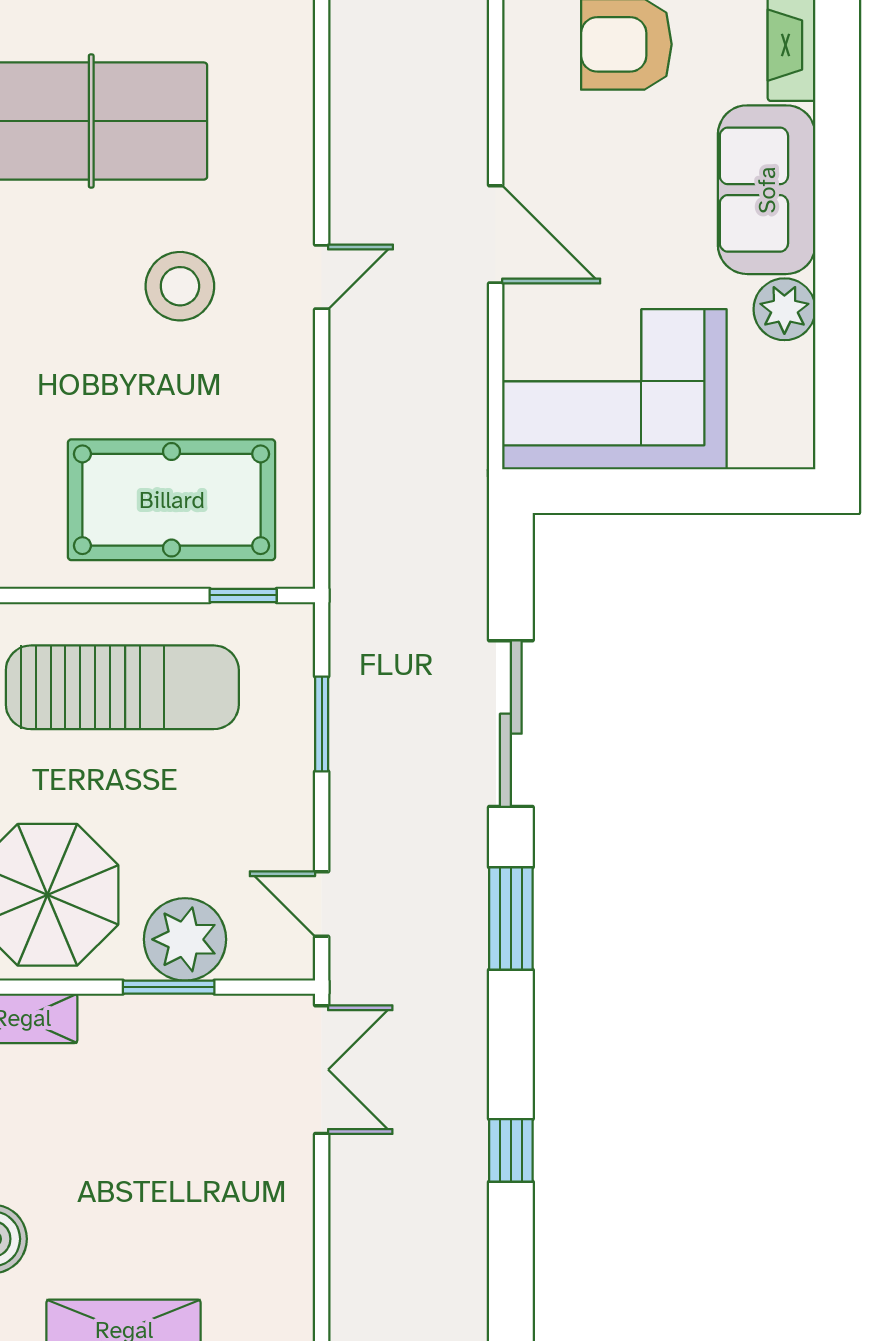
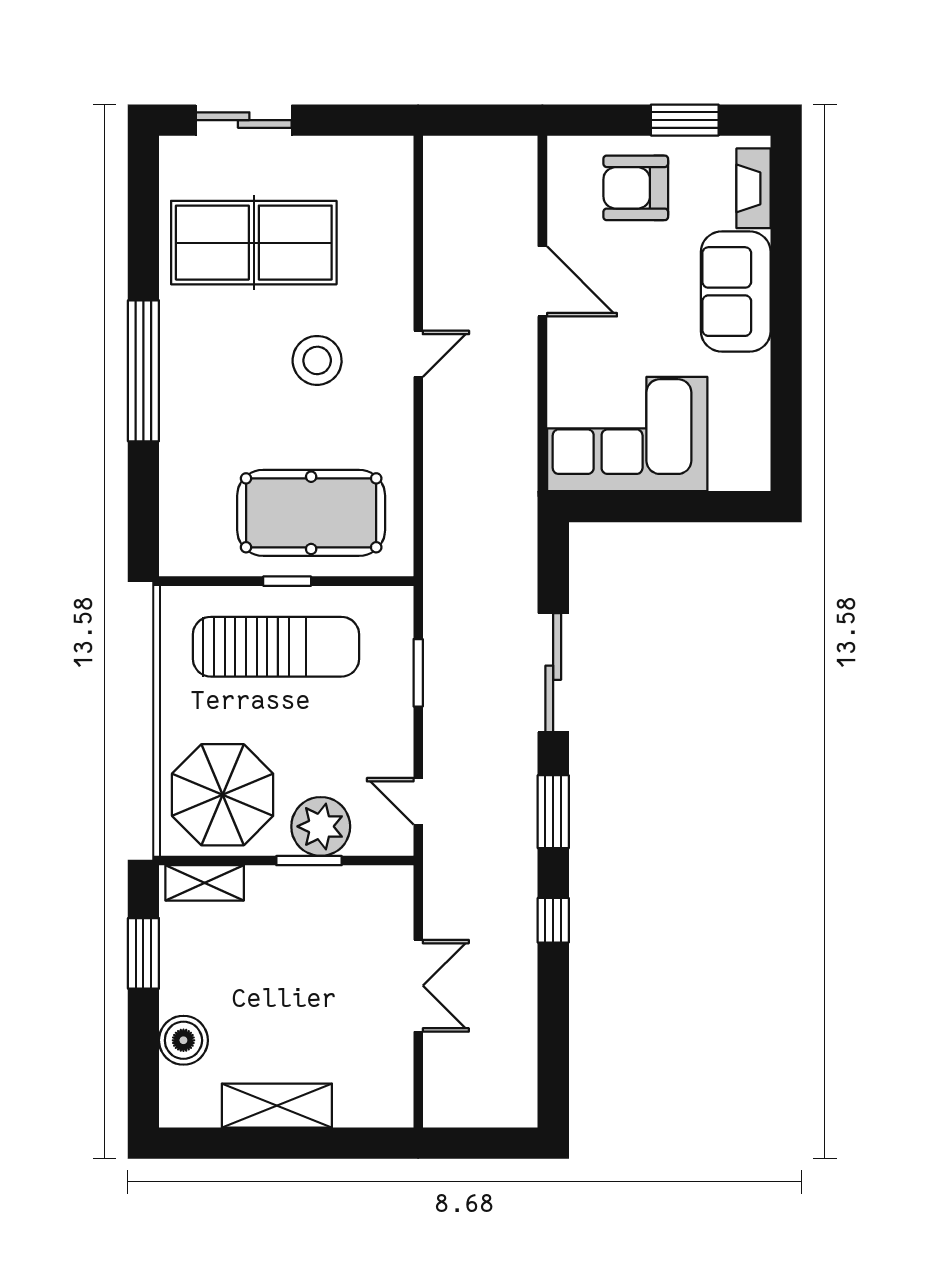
door: (496, 234) -> (542, 281), moved
plant: (784, 309) -> (749, 377), removed
window: (243, 595) -> (287, 581), moved
double door: (322, 1070) -> (418, 986), moved
window: (511, 1150) -> (553, 920), moved

